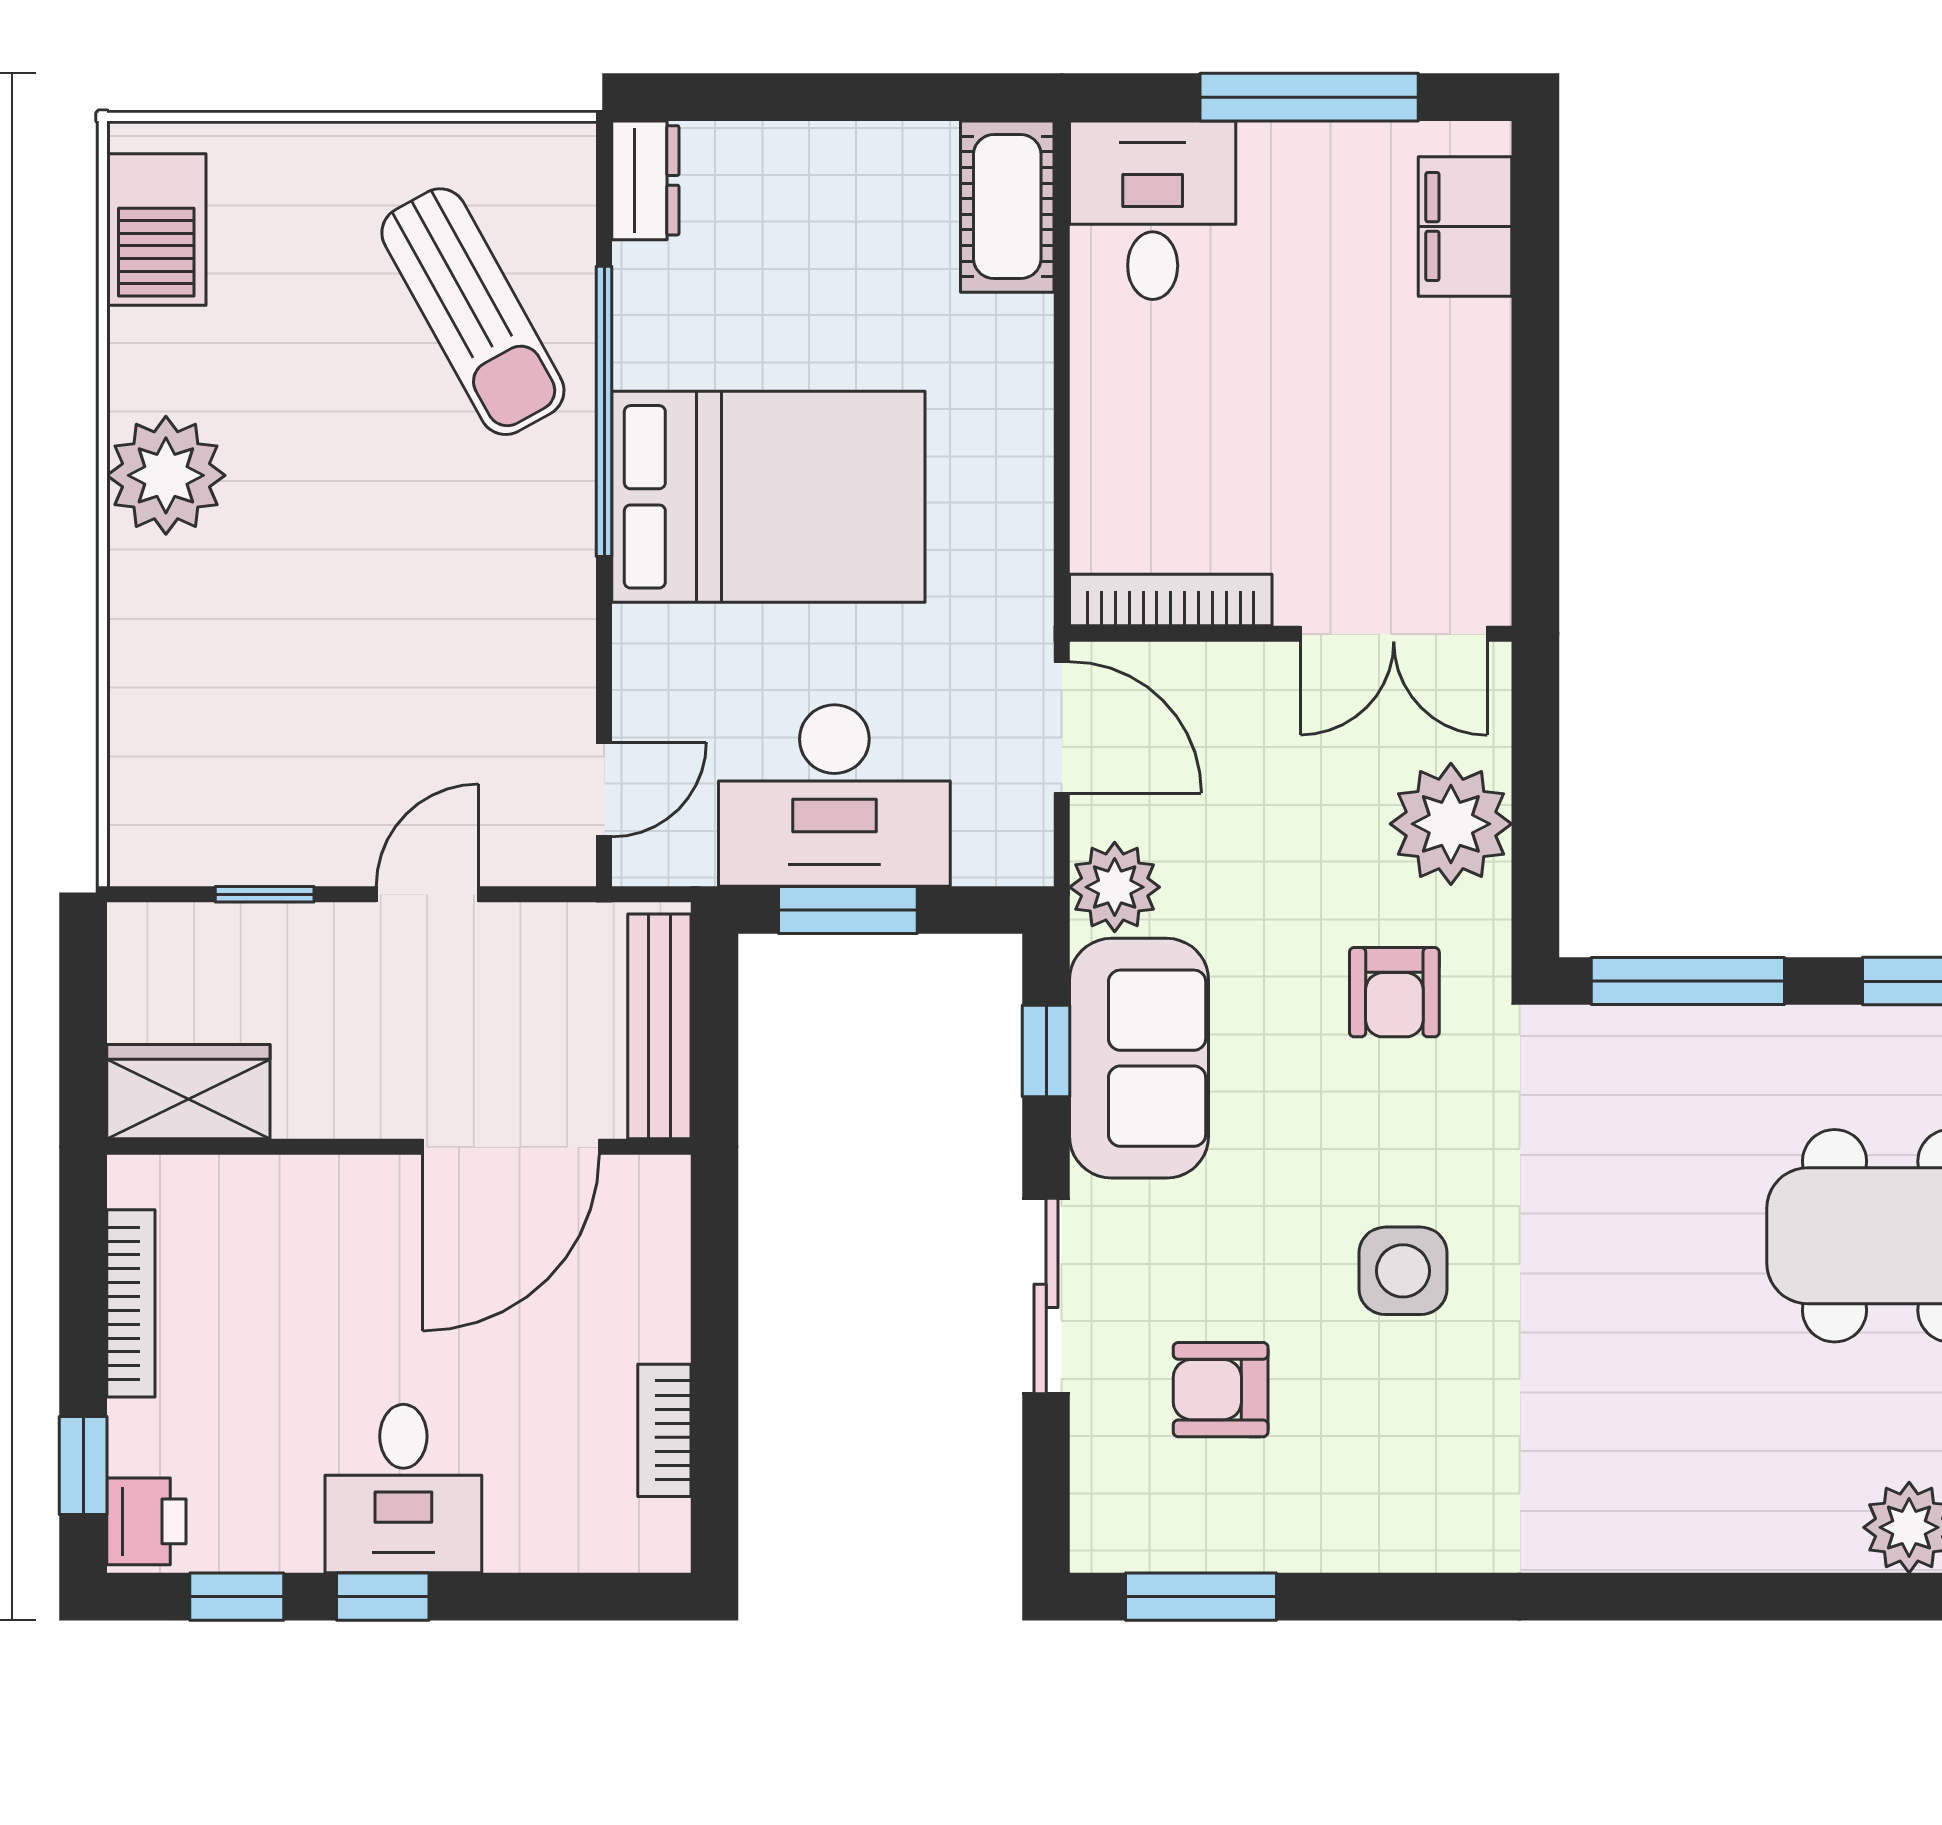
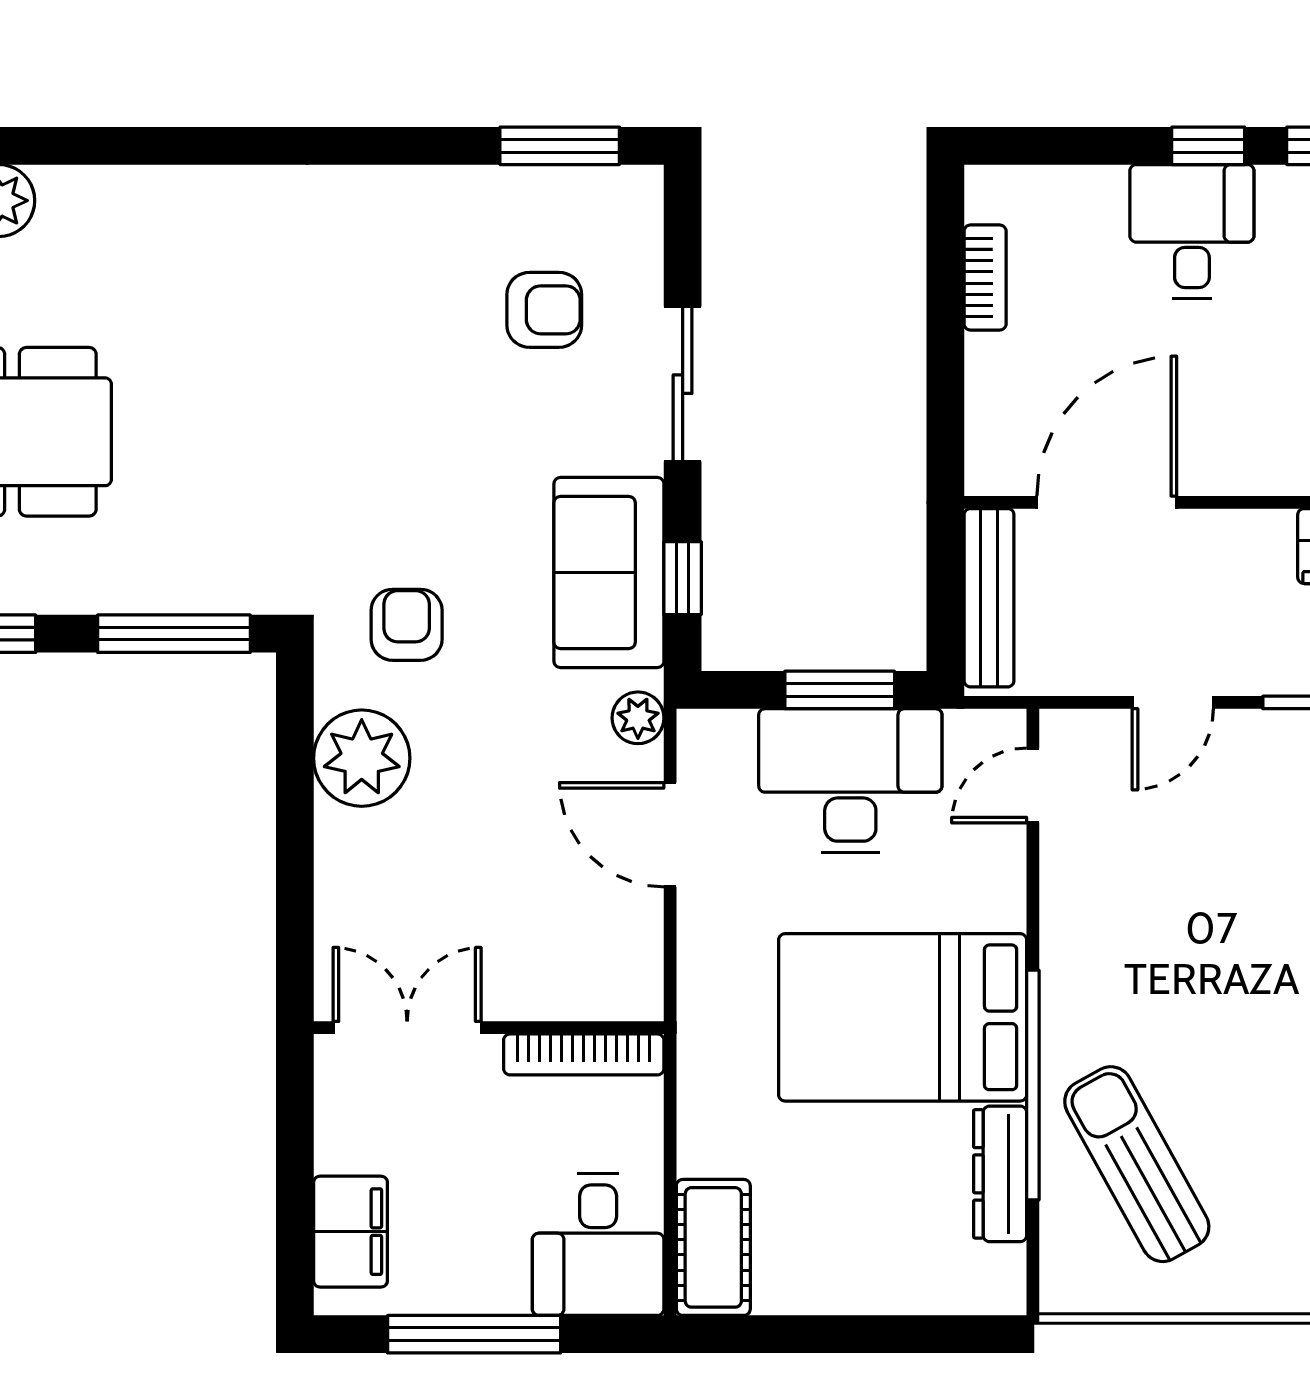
dresser: (645, 180) -> (1000, 1174), moved, width x1.44
bookcase: (1171, 600) -> (584, 1054), moved
wall: (1291, 634) -> (489, 1028), moved
double door: (1394, 634) -> (407, 1028), moved
plant: (1115, 887) -> (638, 718), width x0.73, depth x0.73
side table: (1403, 1271) -> (400, 404), removed

